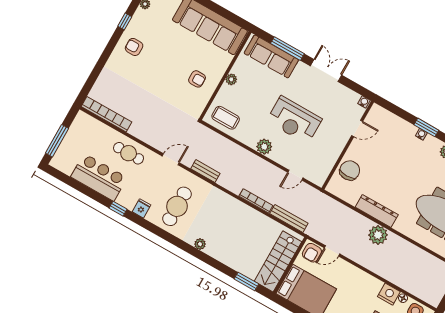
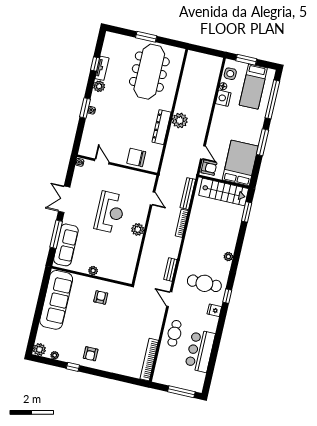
coffee table: (226, 118) -> (124, 266), removed
window: (118, 209) -> (227, 296), moved

